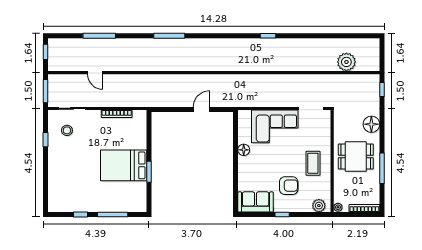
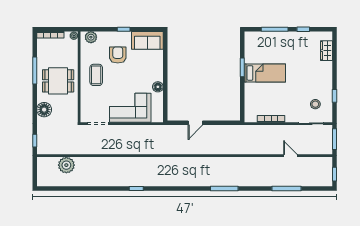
bed: (124, 165) -> (265, 73), width x0.67
armchair: (289, 186) -> (118, 55), turned 90
wardrobe: (54, 191) -> (326, 51), added

